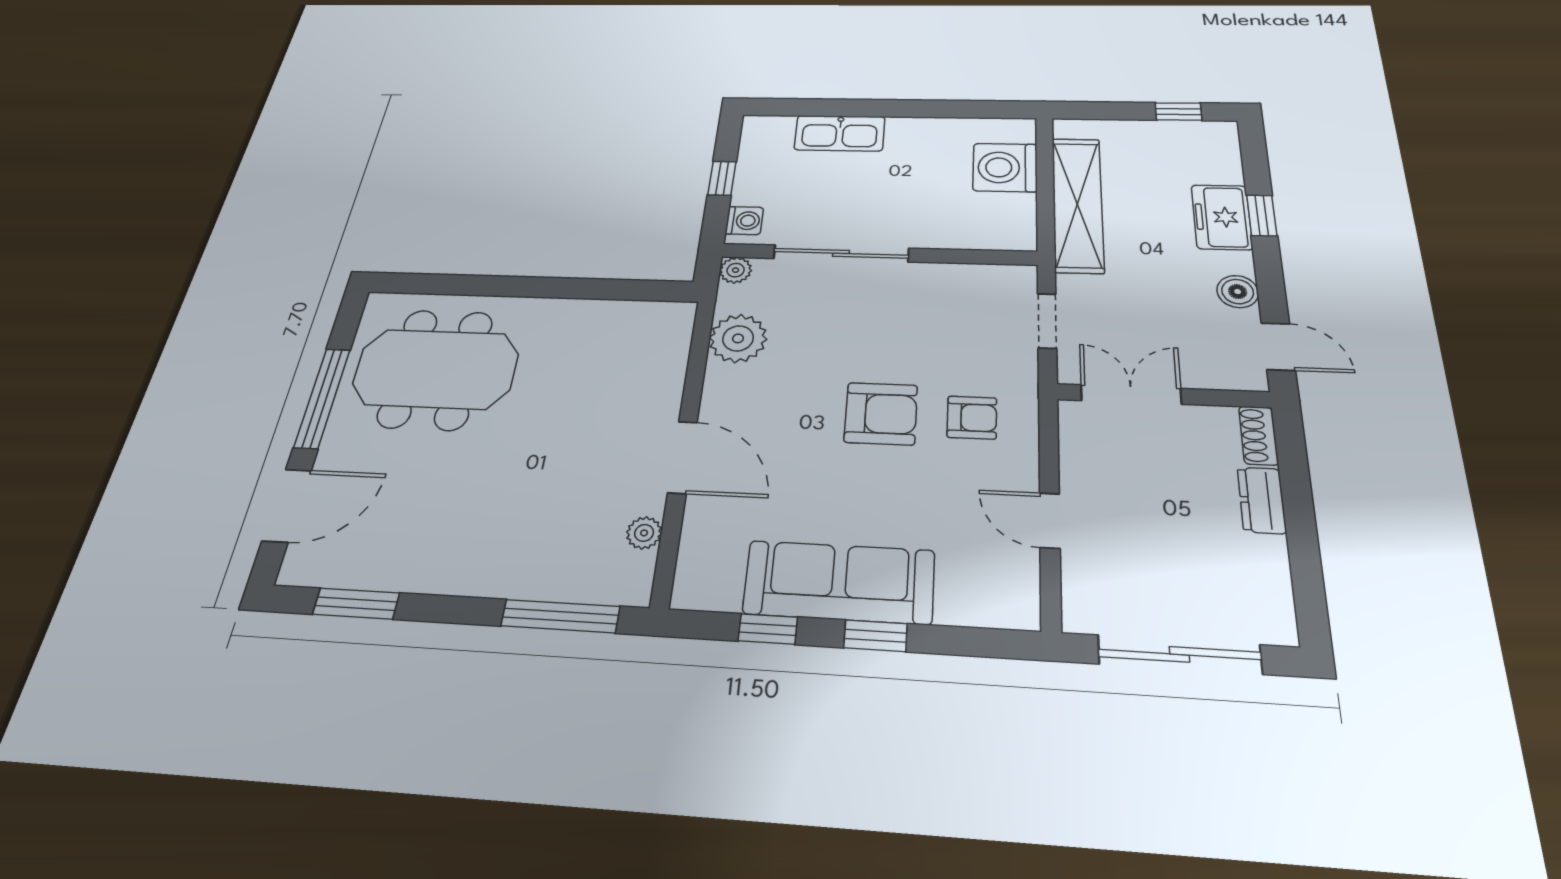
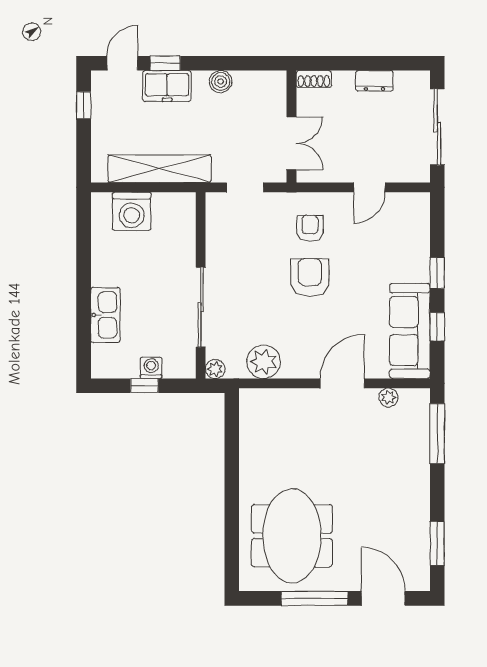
washing machine: (744, 221) -> (151, 368), moved
door: (1278, 347) -> (122, 63), moved
double door: (1131, 394) -> (291, 143), swing flipped
dresser: (1262, 500) -> (374, 81), moved
sofa: (839, 582) -> (410, 331), moved

